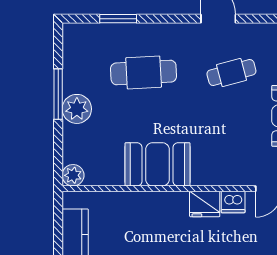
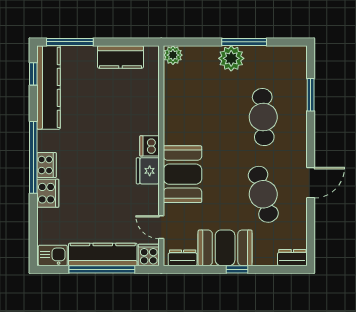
cafe table: (231, 73) -> (263, 194), width x1.37, depth x1.35
booth: (157, 164) -> (182, 174), moved
dishwasher: (233, 202) -> (149, 146), moved

